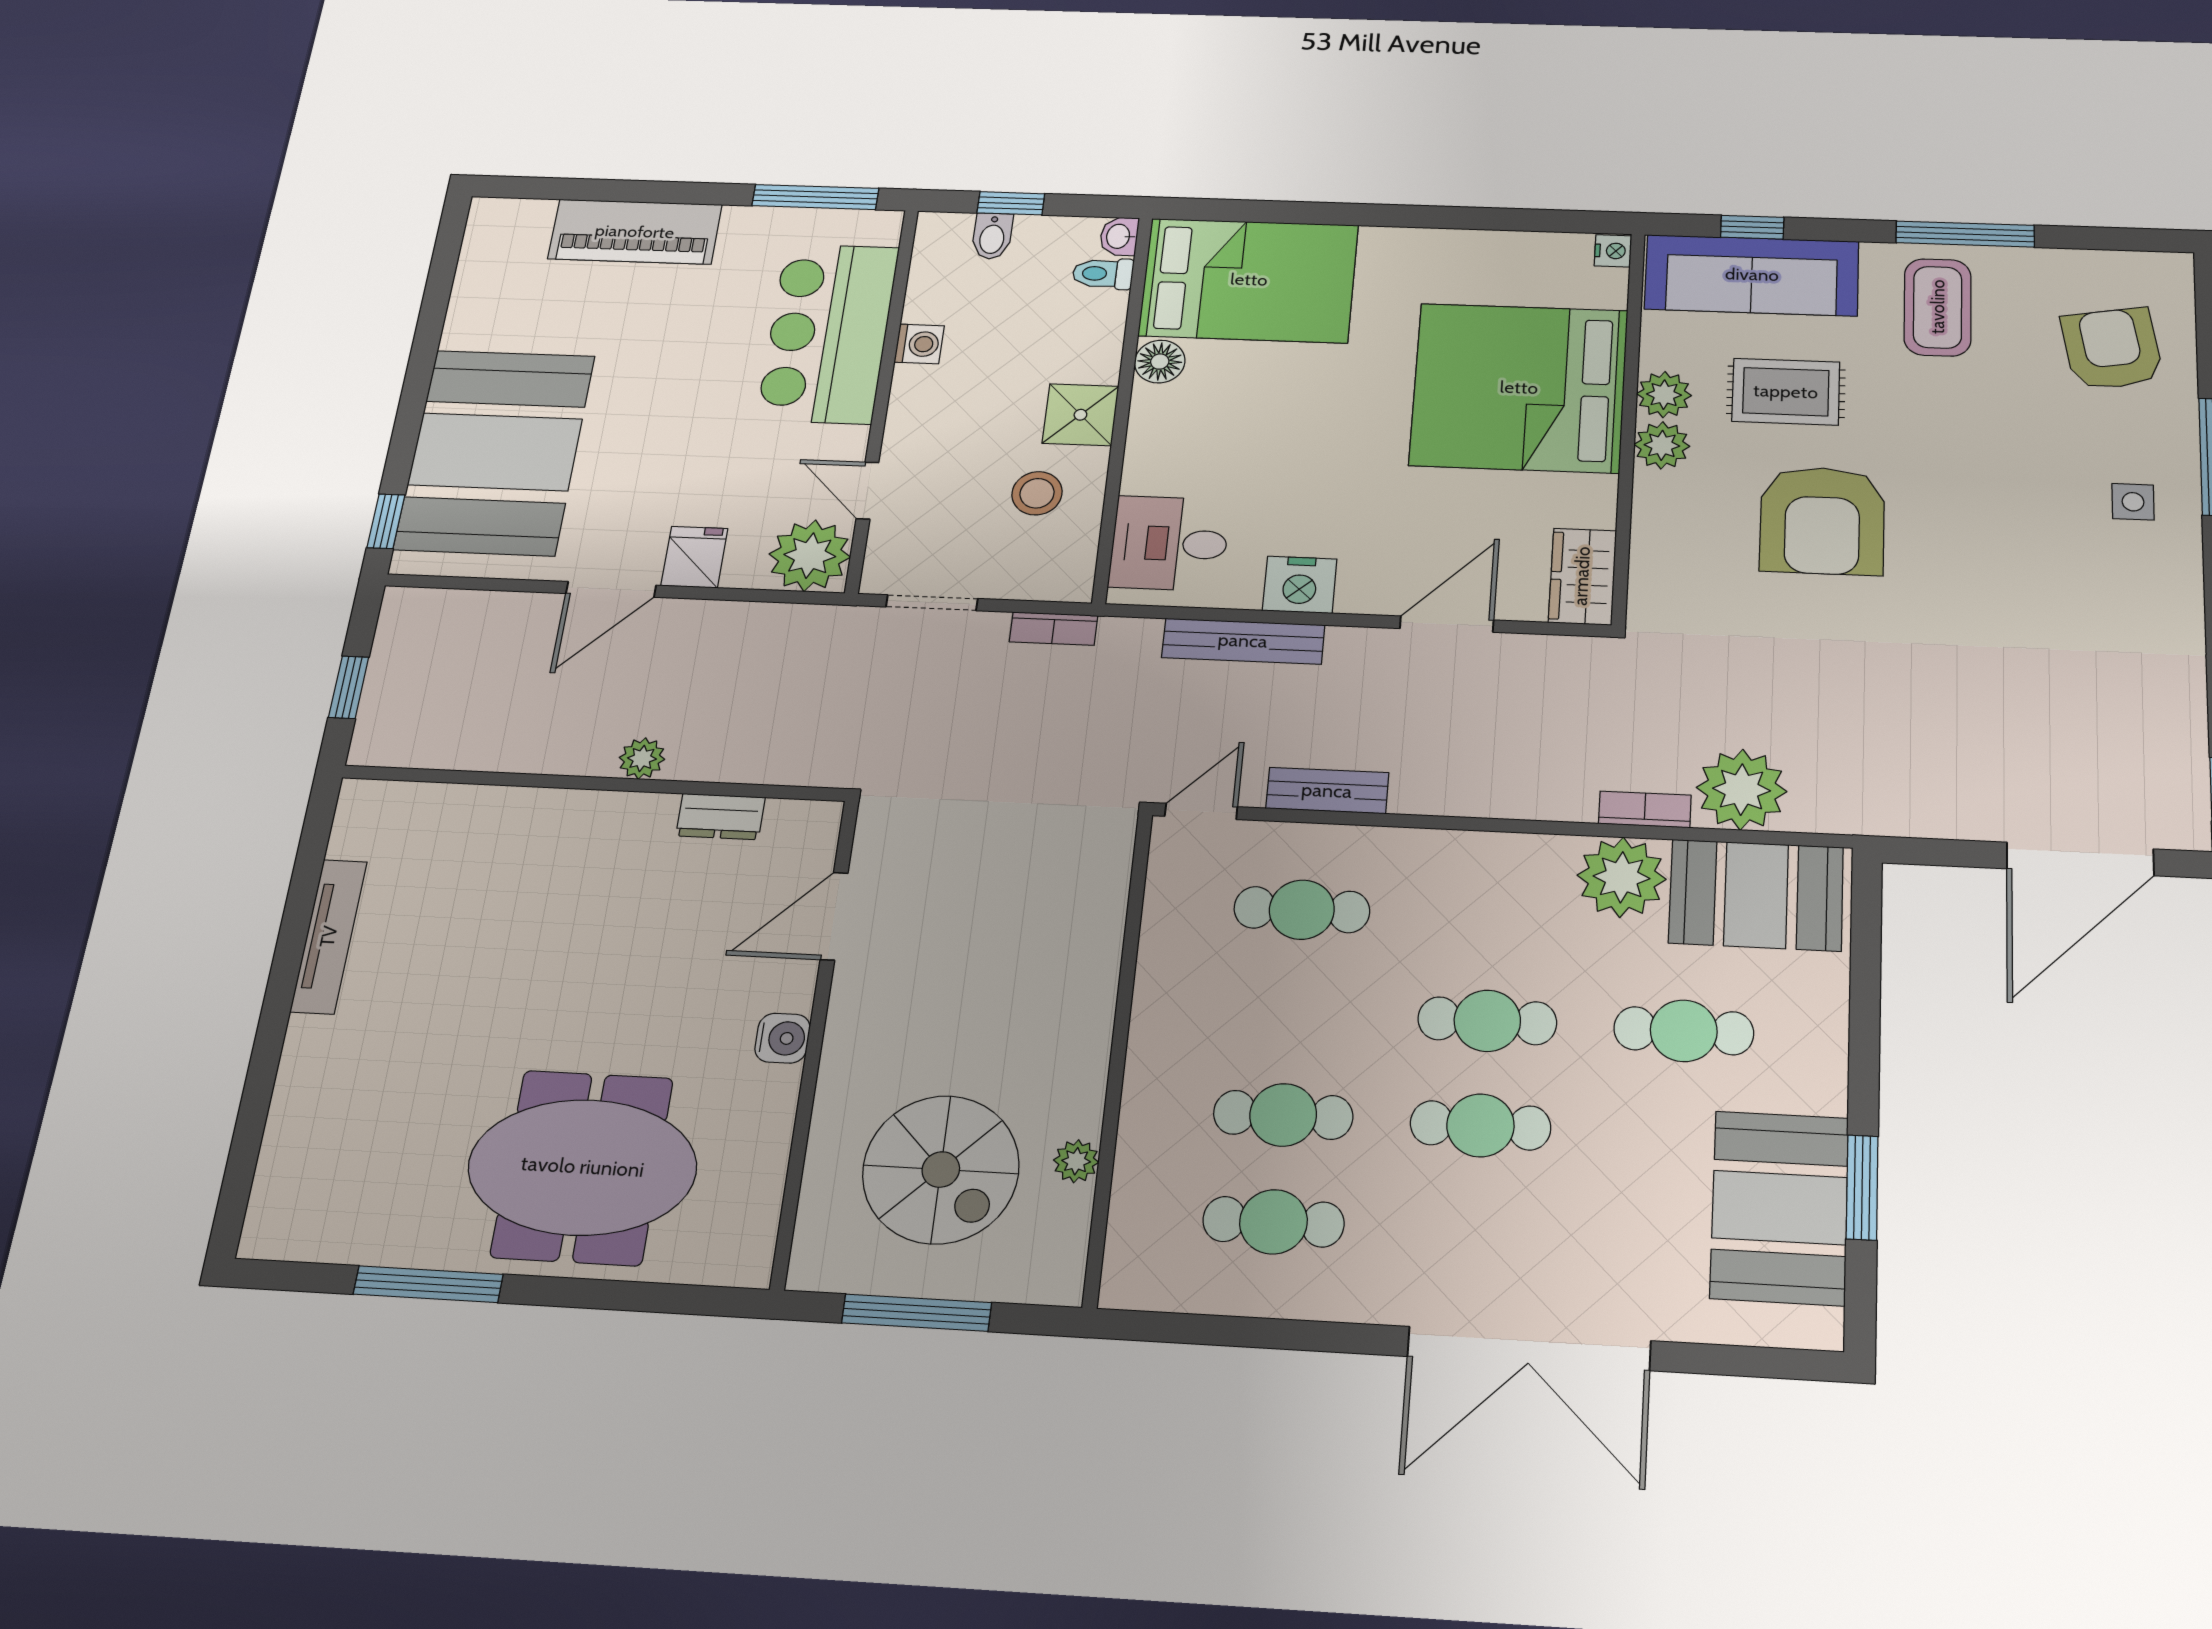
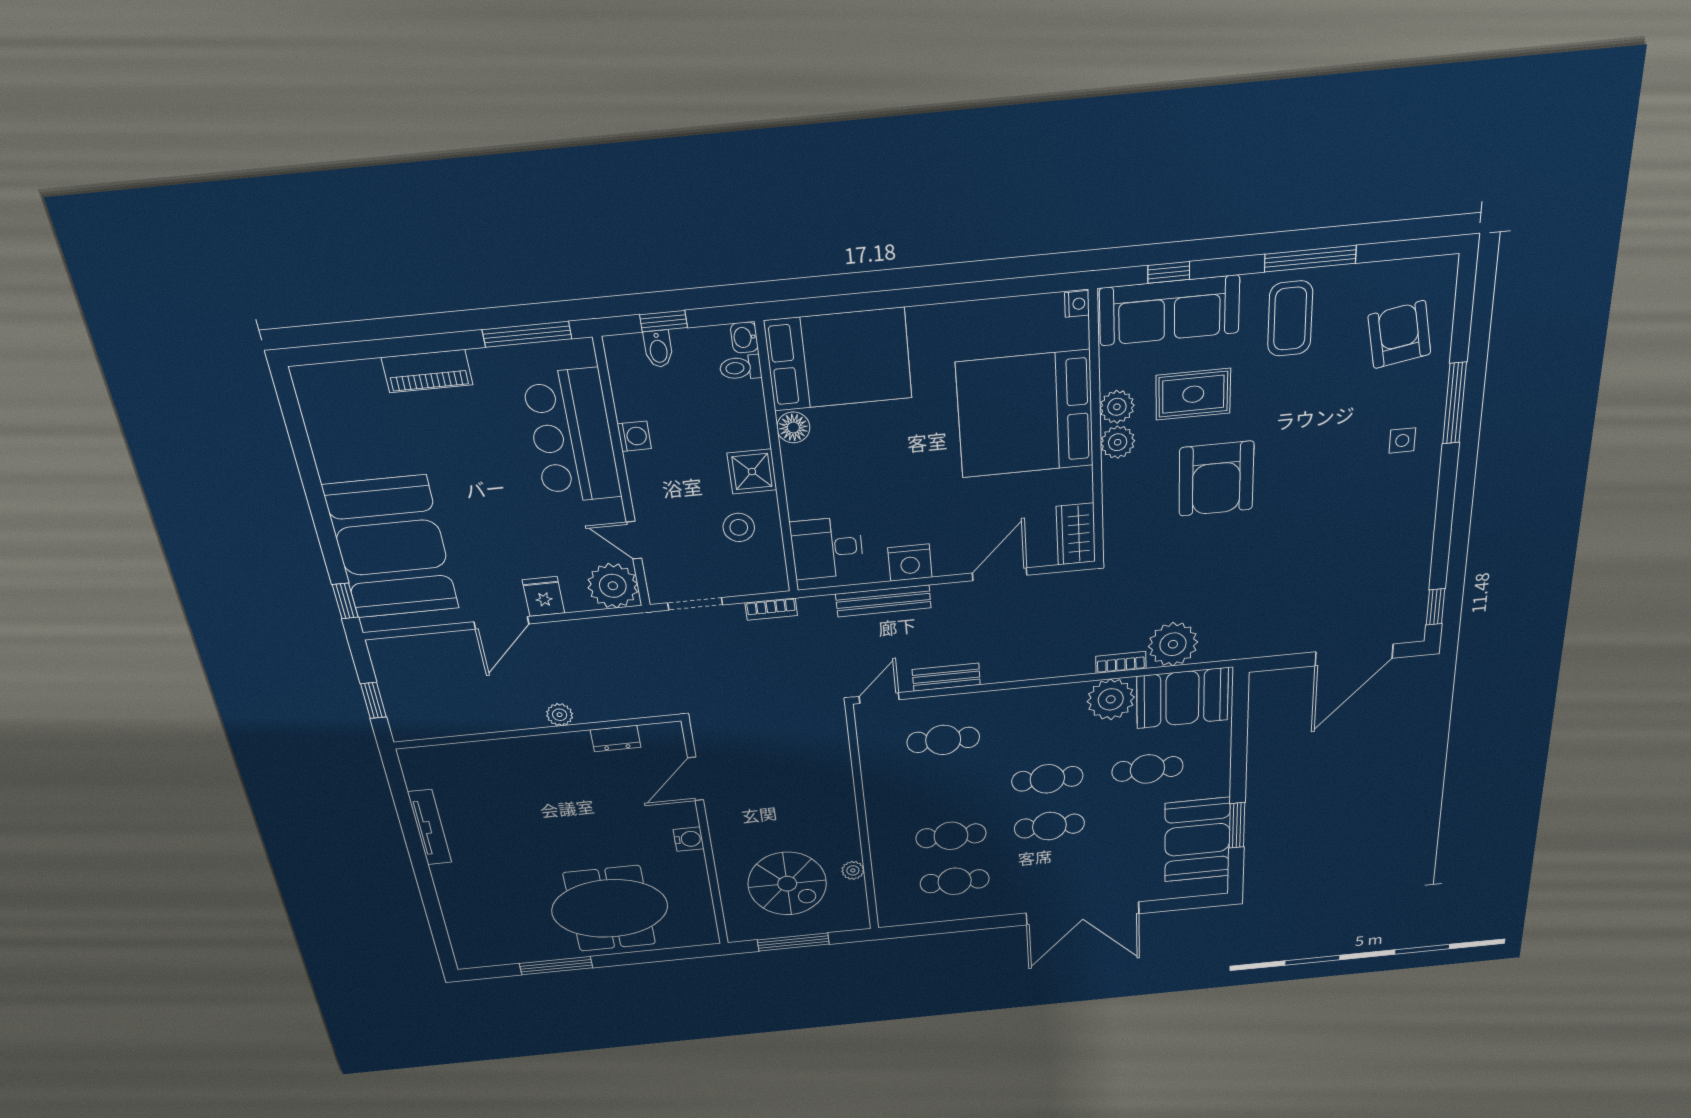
piano: (635, 232) -> (427, 371), width x0.73, depth x0.75

